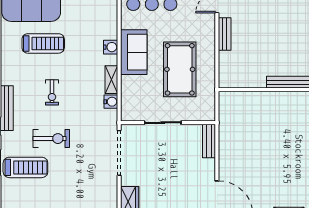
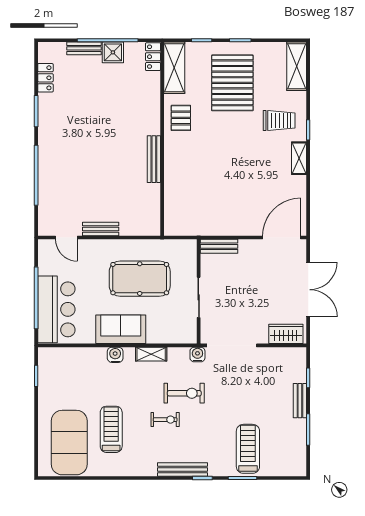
water cooler: (111, 102) -> (197, 355), moved
exercise bike: (51, 139) -> (184, 393), moved, turned 90

